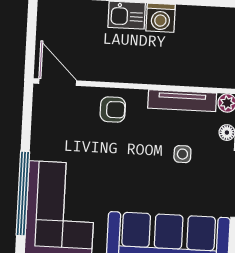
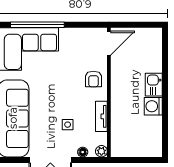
tv unit: (182, 101) -> (101, 116), width x0.71

